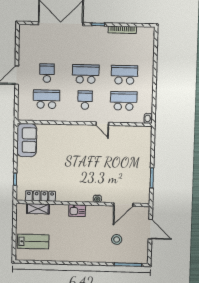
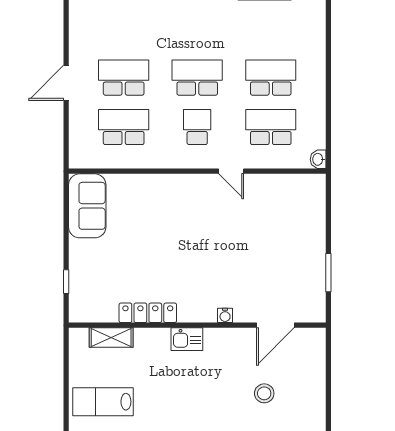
school desk: (47, 73) -> (124, 78), width x1.85
locker: (40, 196) -> (148, 313), moved
door: (150, 229) -> (328, 372), removed
lab bench: (33, 242) -> (103, 402), turned 180

